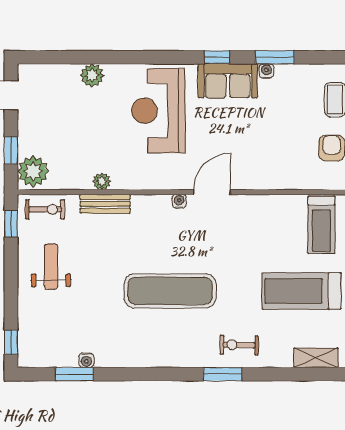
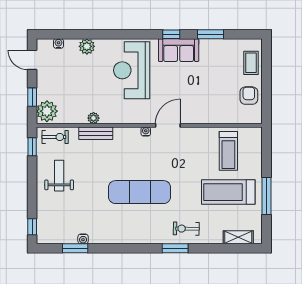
water cooler: (266, 71) -> (58, 43), moved
treadmill: (321, 225) -> (228, 151), moved

